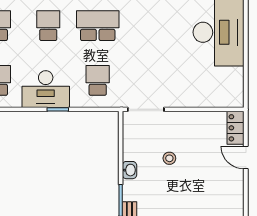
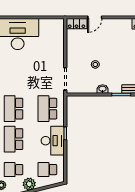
school desk: (48, 26) -> (13, 139), width x1.85
school desk: (98, 80) -> (47, 109), width x1.85

